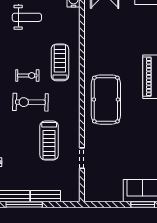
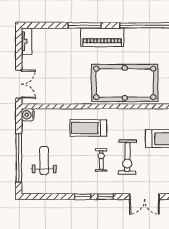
pool table: (106, 100) -> (125, 83), width x1.36, depth x1.32

